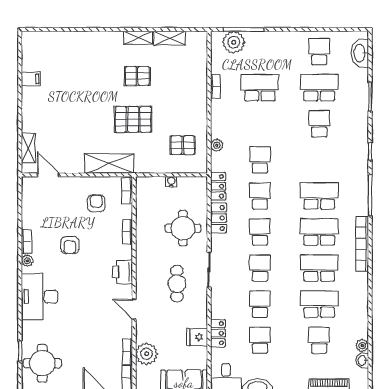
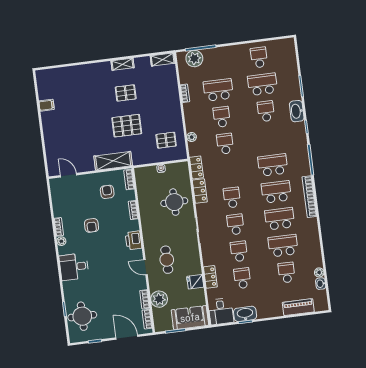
shelving: (170, 38) -> (163, 60), moved
washbasin: (360, 53) -> (297, 111), moved
shelving: (28, 148) -> (51, 157), removed
school desk: (260, 196) -> (222, 117), moved
cafe table: (177, 284) -> (167, 260), moved
desk: (40, 297) -> (74, 267), width x0.73

